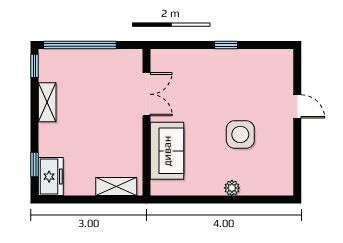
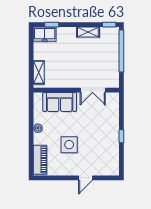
piano: (266, 184) -> (40, 160), added
plant: (232, 188) -> (38, 128), moved

